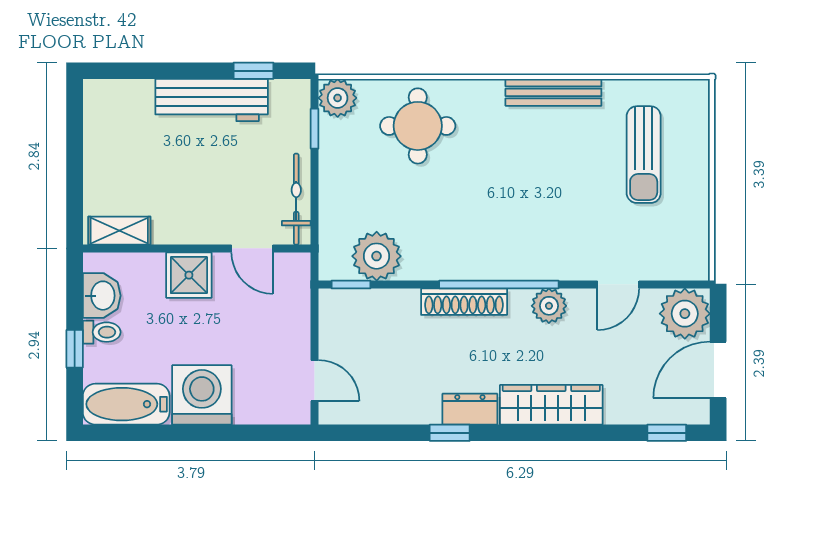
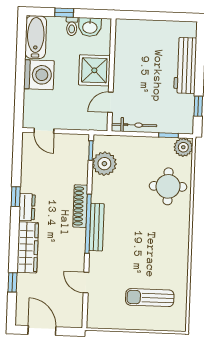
bench: (553, 92) -> (97, 227), moved
workbench: (212, 100) -> (185, 65), moved
shelving: (119, 231) -> (122, 37), removed
shower: (189, 275) -> (94, 70), width x1.36, depth x1.36
plant: (549, 306) -> (77, 248), removed
plant: (685, 314) -> (70, 315), removed
door: (315, 381) -> (44, 131), hinge flipped
window: (667, 433) -> (13, 282), moved

